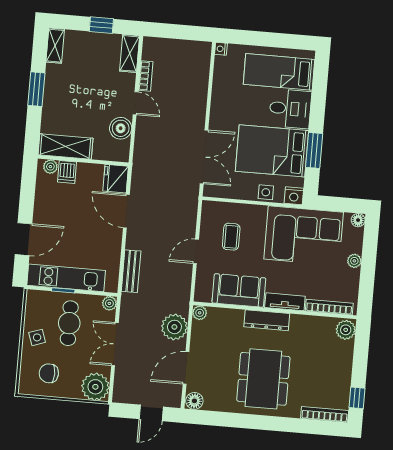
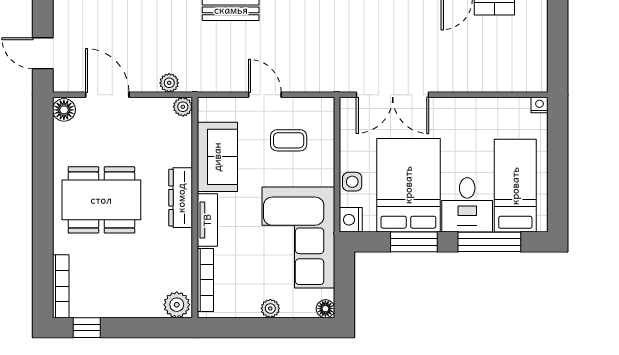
window: (319, 95) -> (489, 242), added
plant: (174, 327) -> (169, 83), width x0.53, depth x0.53

